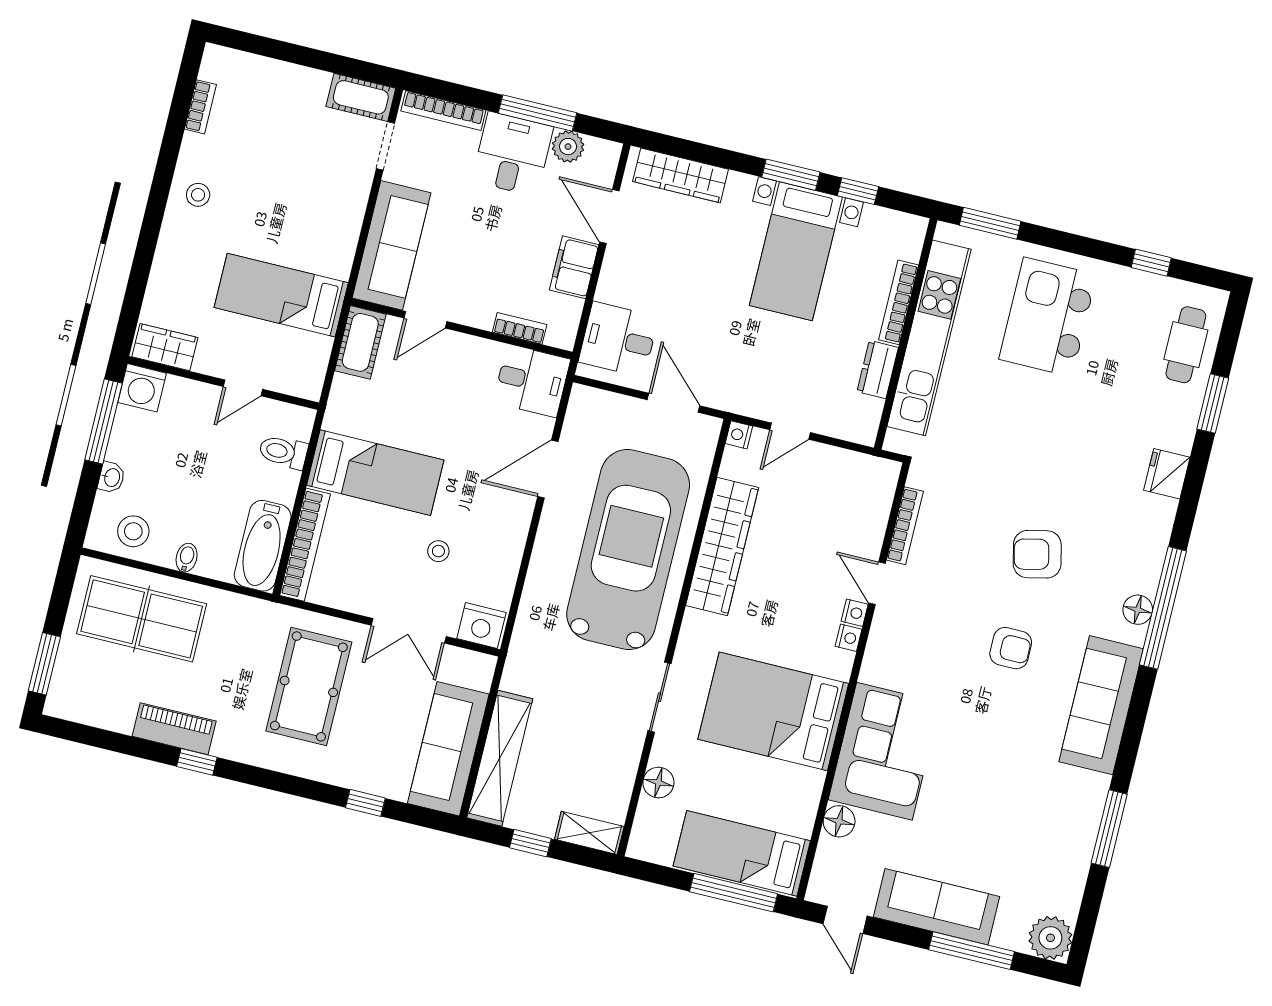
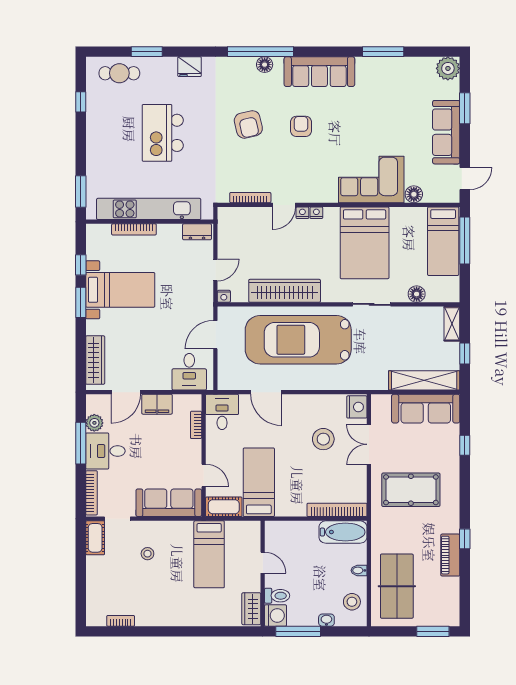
stool: (198, 195) -> (147, 554), moved
kitchen island: (1048, 317) -> (163, 133), moved, turned 90
dresser: (878, 370) -> (197, 232), moved
door: (790, 431) -> (215, 270), hinge flipped
toilet: (283, 452) -> (277, 596), moved, turned -90
bed: (375, 473) -> (259, 482), moved
stool: (438, 551) -> (323, 439), width x1.89, depth x1.89
double door: (409, 631) -> (369, 444), swing flipped
window: (972, 951) -> (465, 108), width x0.69

